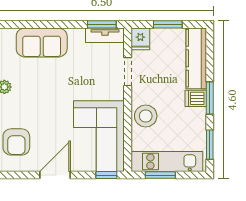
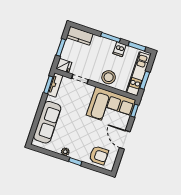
sofa: (42, 42) -> (47, 122), width x1.36
kitchen counter: (196, 58) -> (80, 36), width x0.67
dishwasher: (196, 98) -> (119, 49), moved

